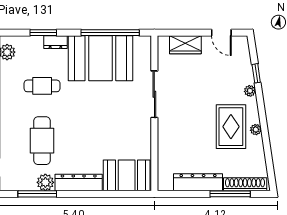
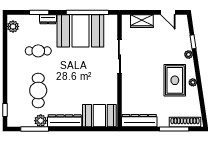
dresser: (198, 182) -> (139, 121), moved

